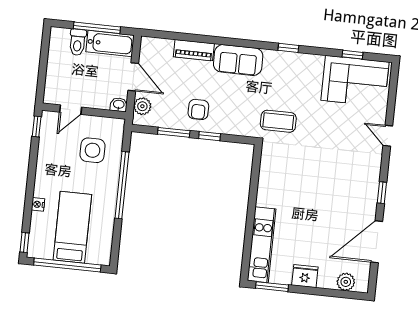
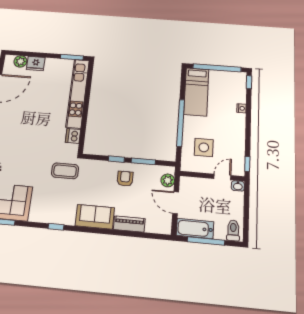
toilet: (78, 42) -> (233, 230), moved
washbasin: (119, 105) -> (238, 186), moved
dishwasher: (268, 170) -> (73, 136), added
bed: (72, 227) -> (196, 92), moved
kitchen unit: (262, 245) -> (78, 93), width x1.36
fridge: (305, 276) -> (36, 63), moved

